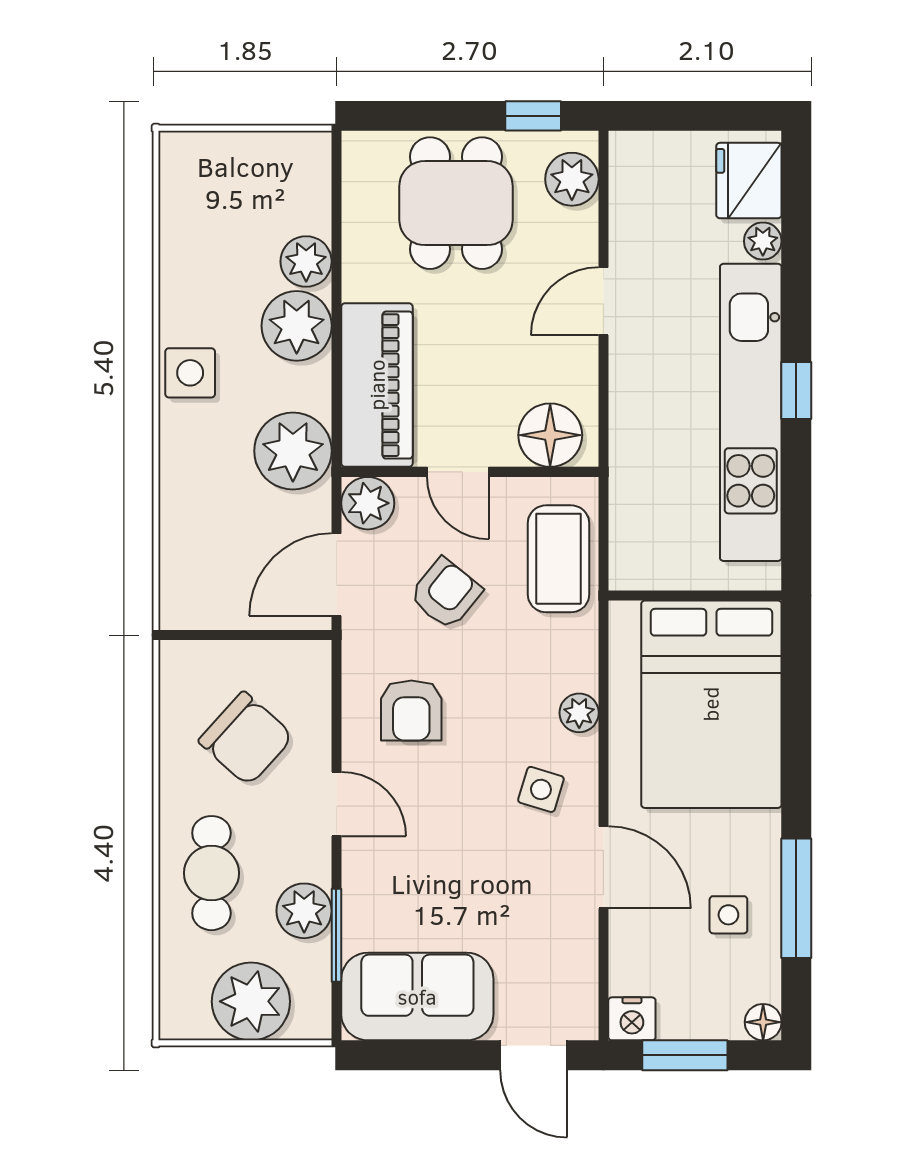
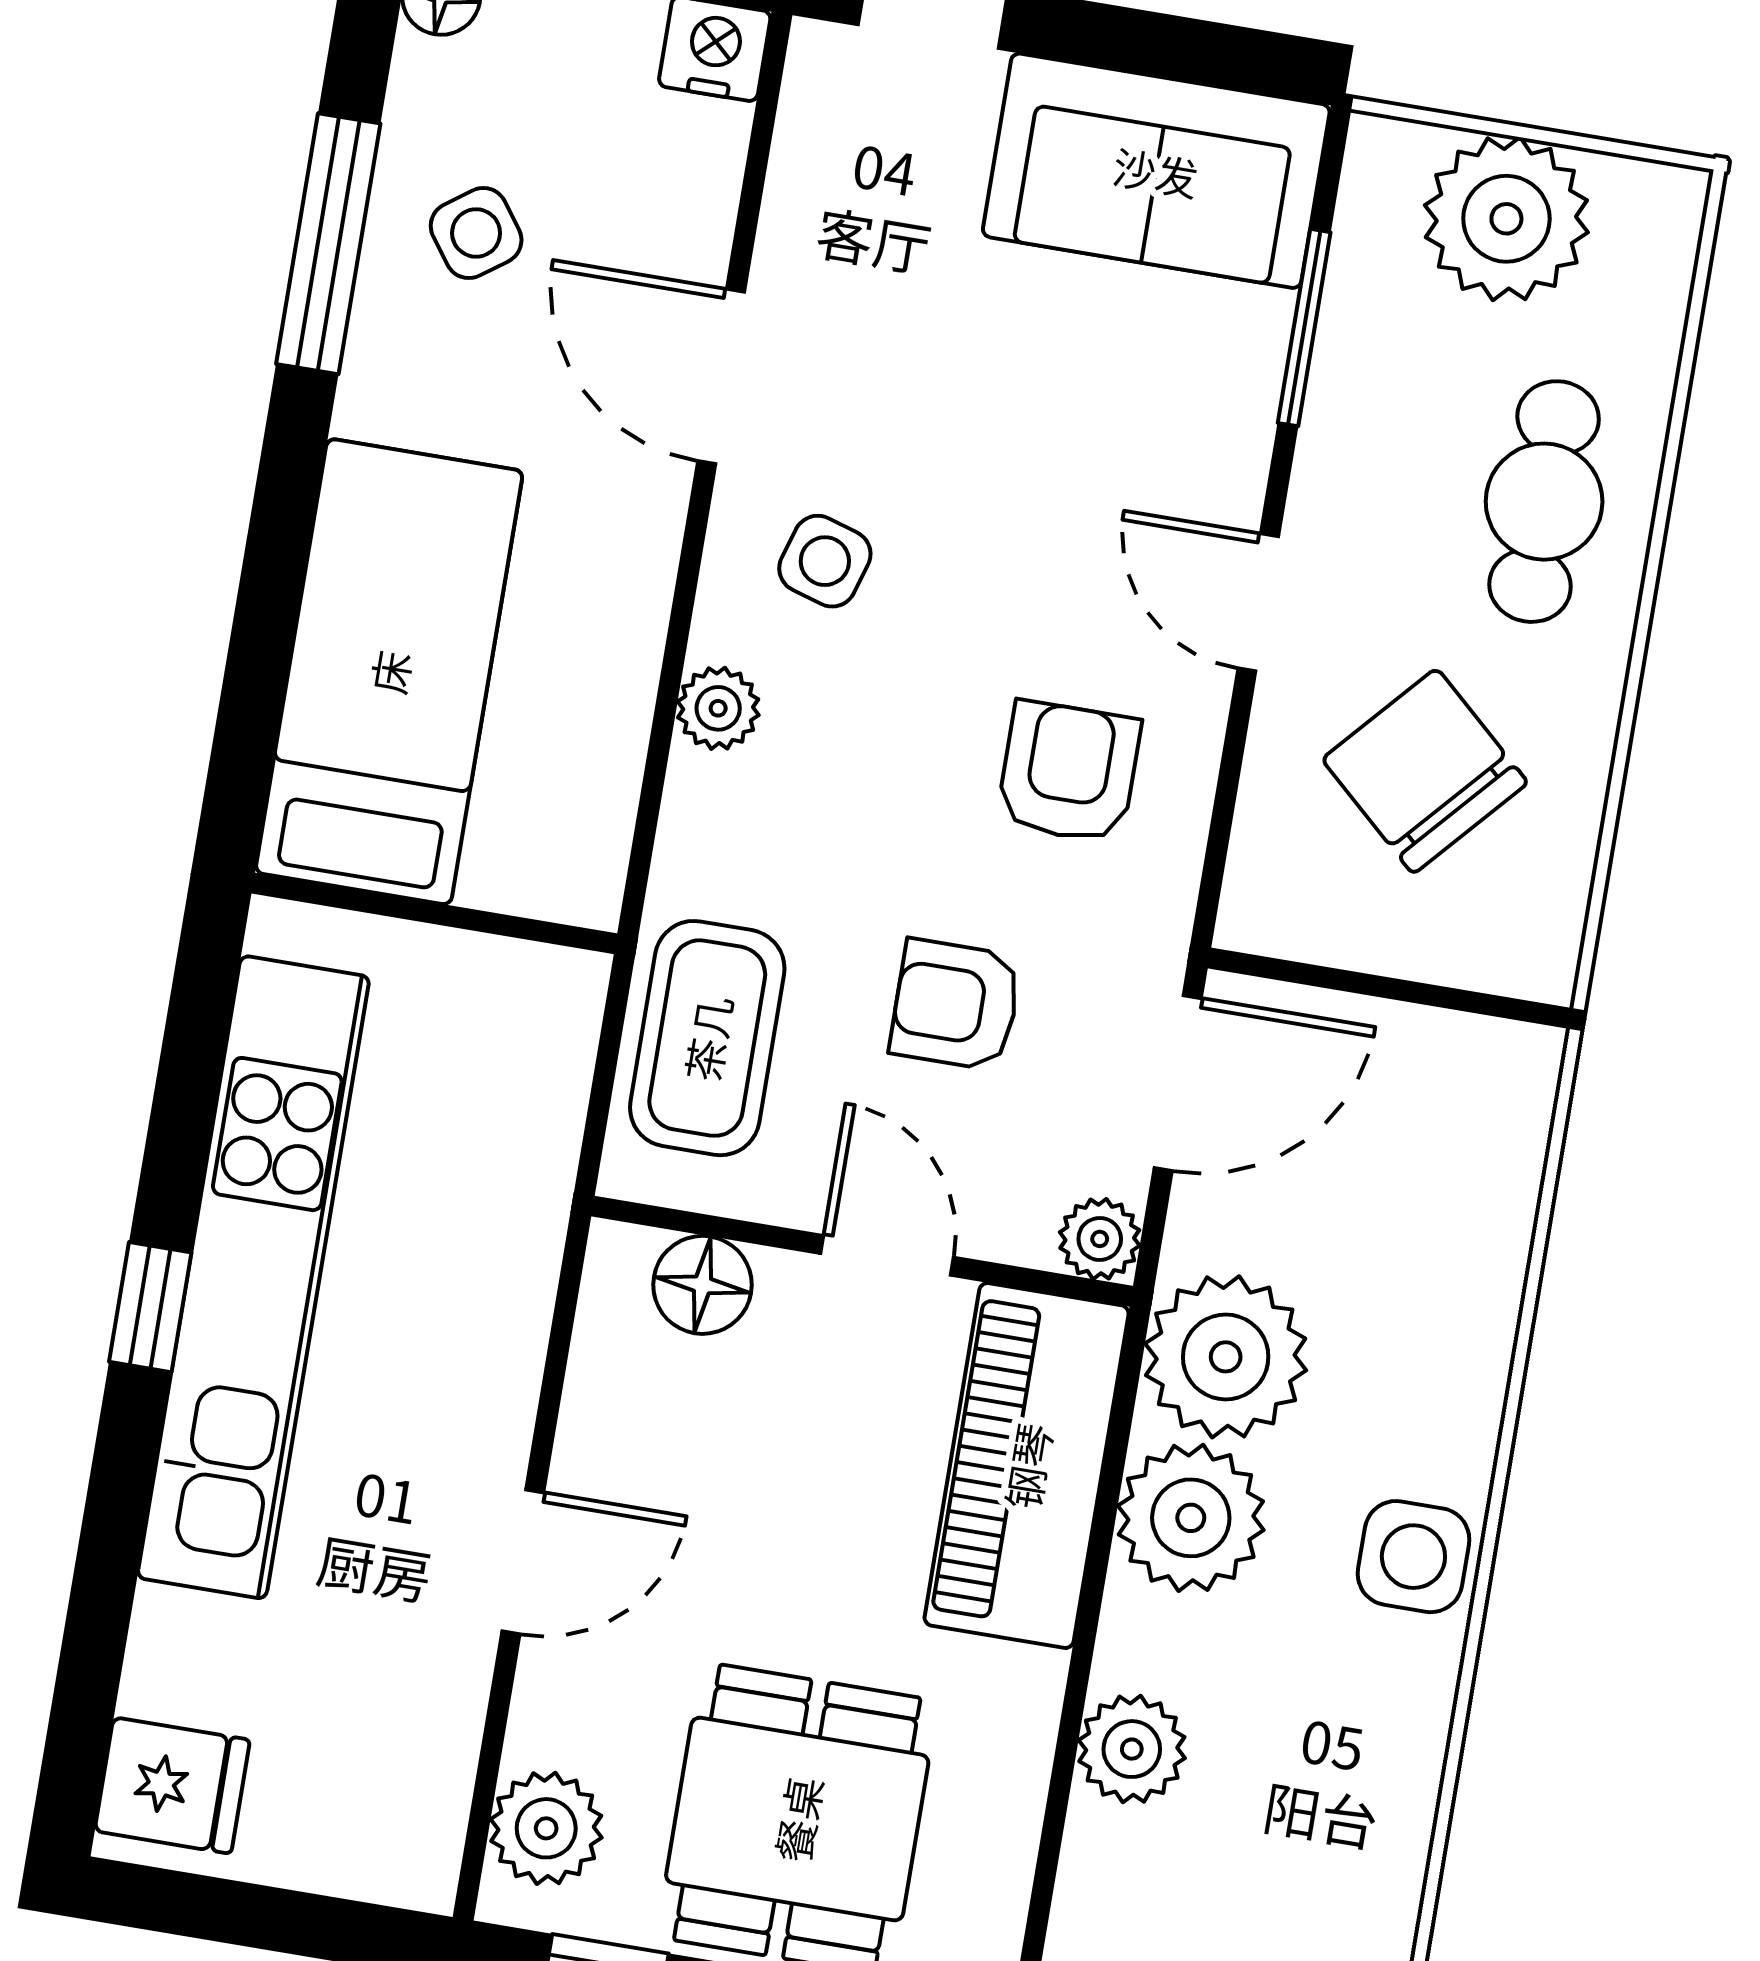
fridge: (749, 181) -> (172, 1785), width x0.72
plant: (763, 241) -> (168, 1632), removed
plant: (297, 326) -> (1191, 1518), moved
floor lamp: (550, 435) -> (702, 1285), width x0.73, depth x0.73
plant: (368, 503) -> (1100, 1239), width x0.73, depth x0.73
armchair: (446, 594) -> (956, 1005), turned 51
bed: (711, 704) -> (389, 672), width x0.67
plant: (304, 911) -> (1363, 390), removed
side table: (728, 915) -> (476, 233), turned -36

